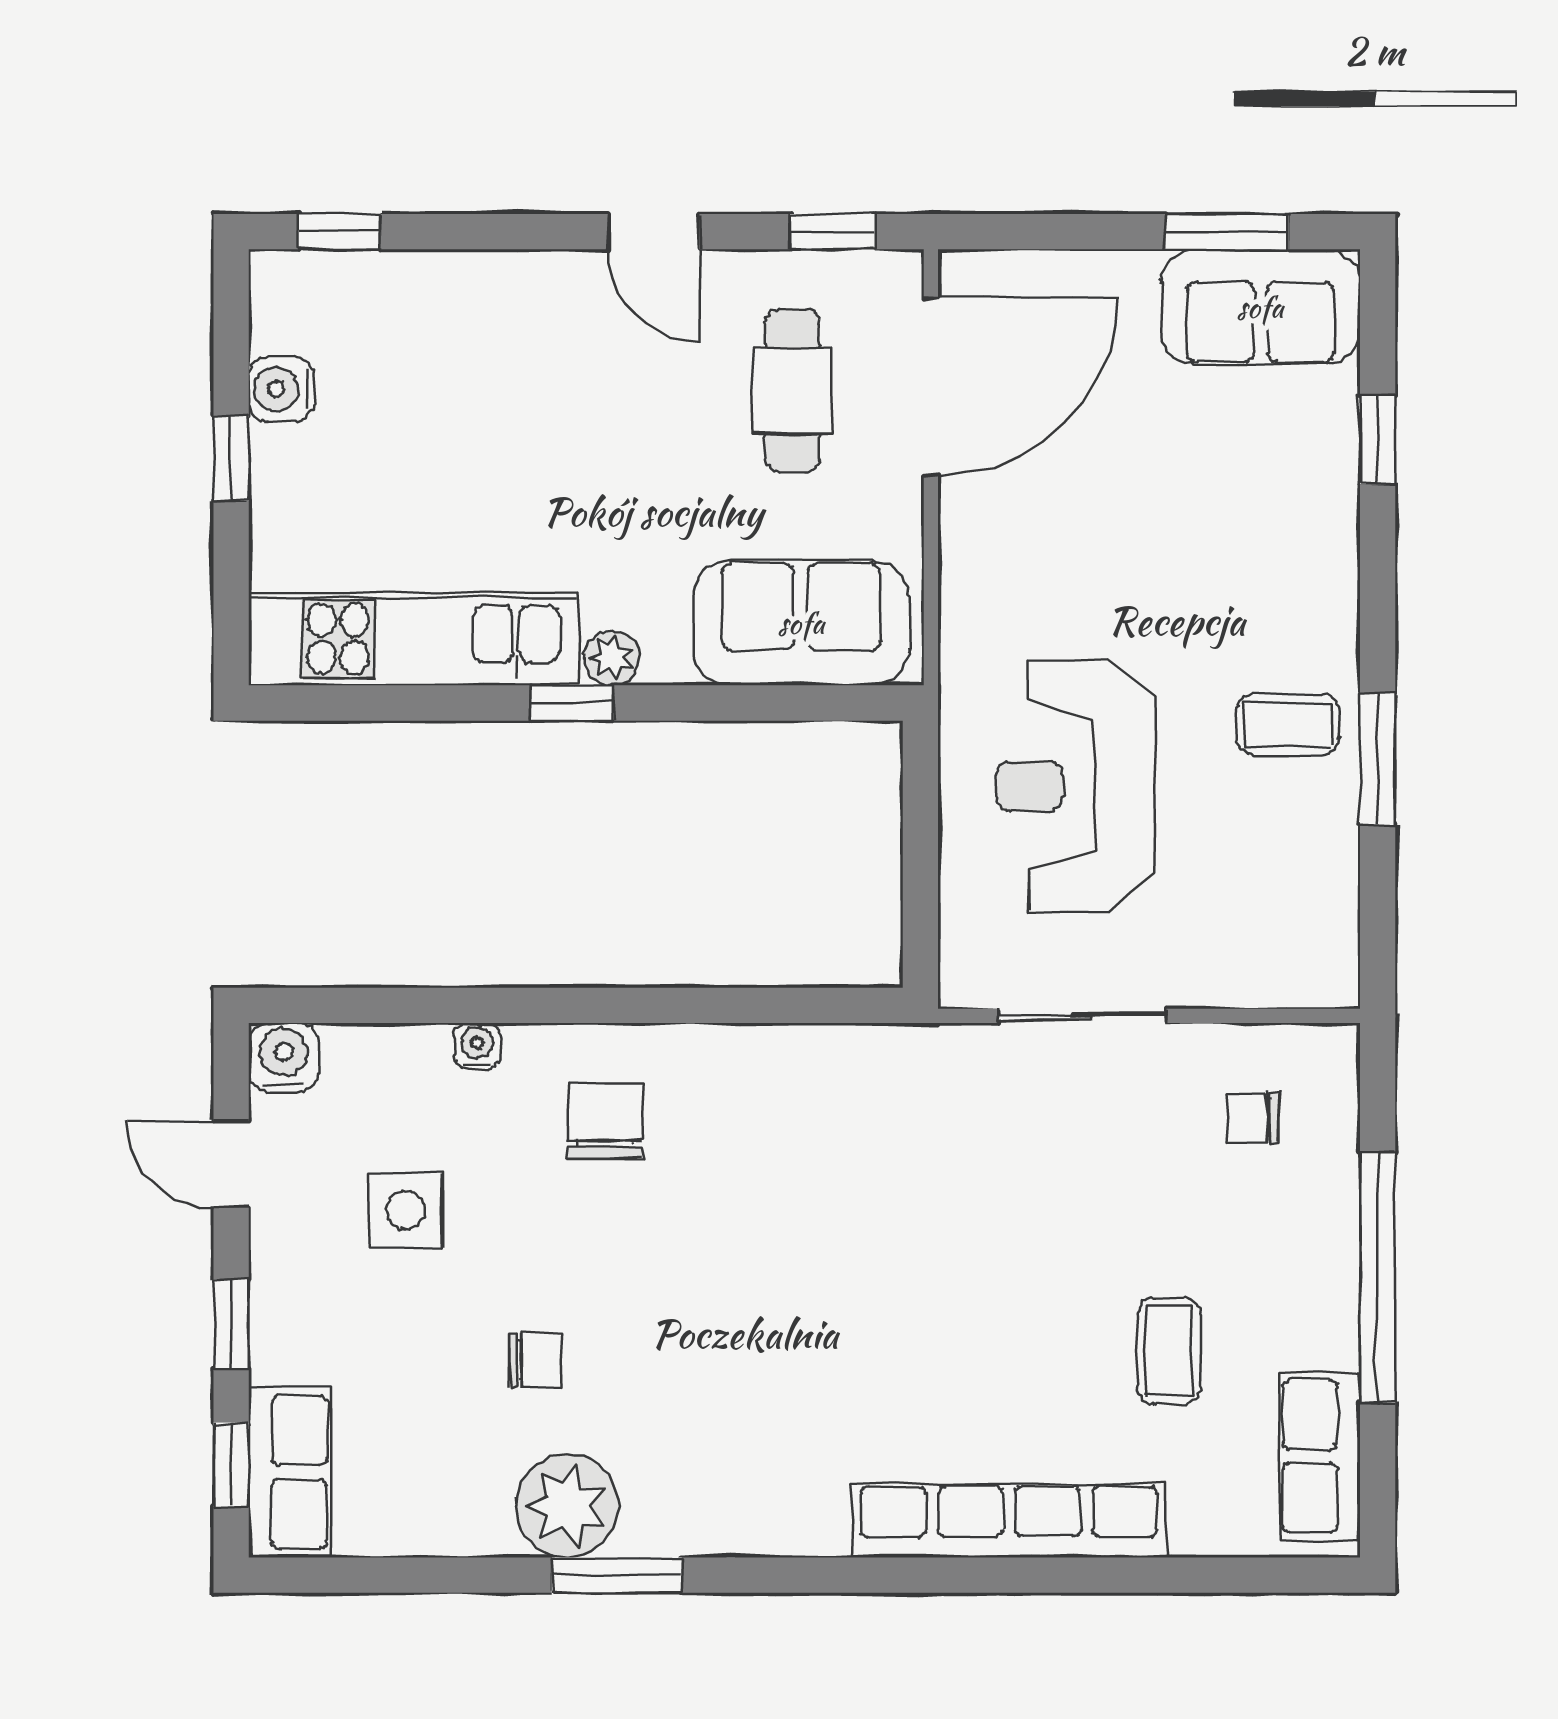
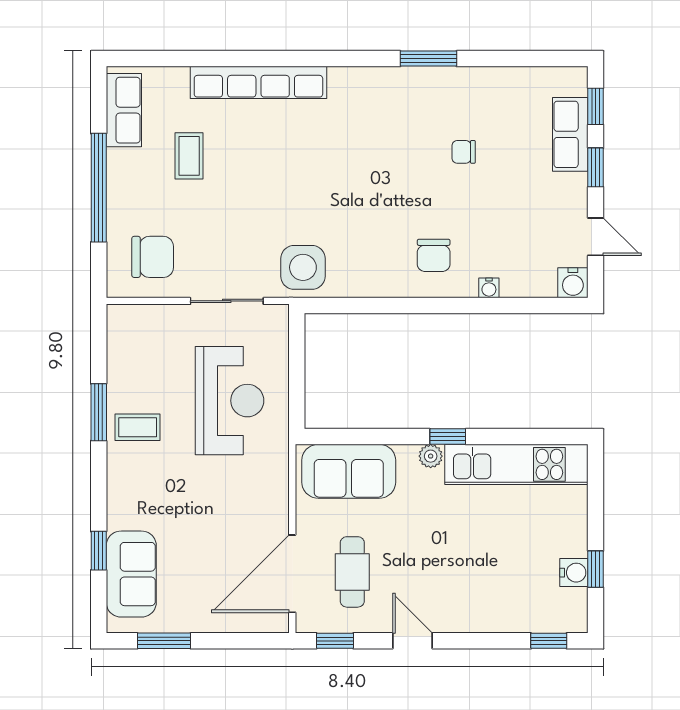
sofa: (1260, 307) -> (131, 574), moved, turned 90
window: (231, 458) -> (596, 569), moved
chair: (1253, 1117) -> (153, 257), width x1.87, depth x1.87
side table: (405, 1210) -> (303, 267), moved, width x1.37, depth x1.37
row of seats: (290, 1472) -> (570, 134), moved
plant: (567, 1506) -> (450, 89), removed

